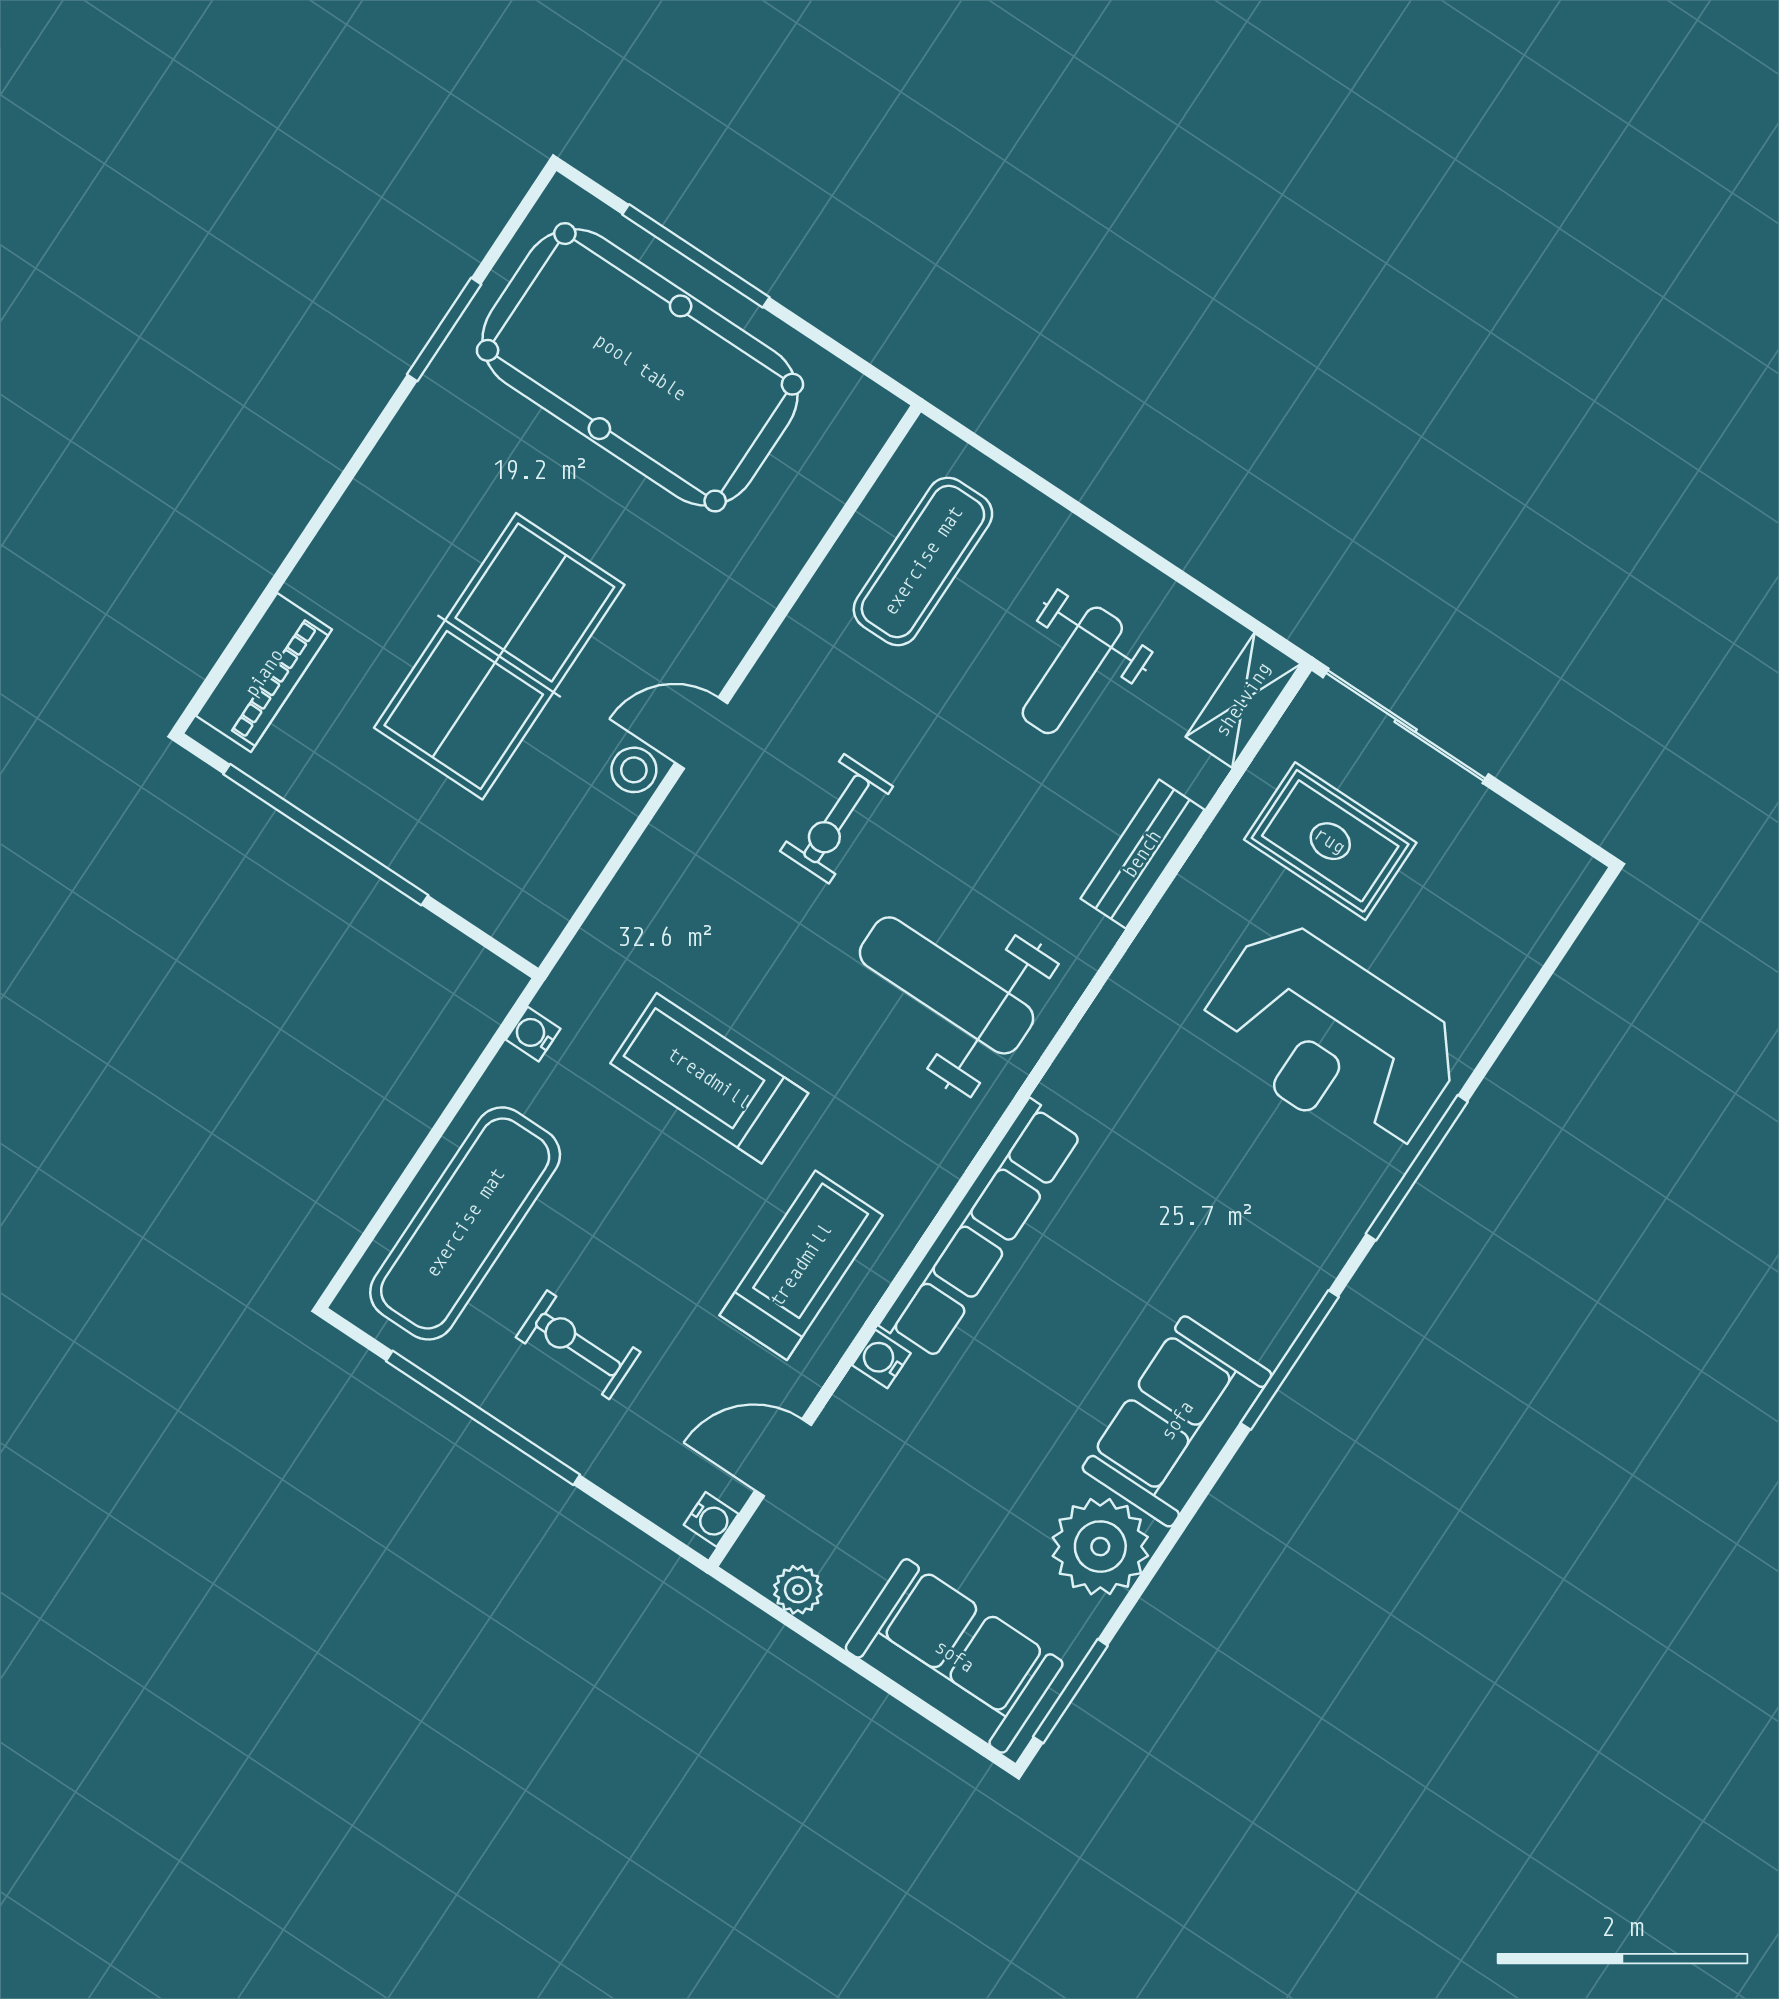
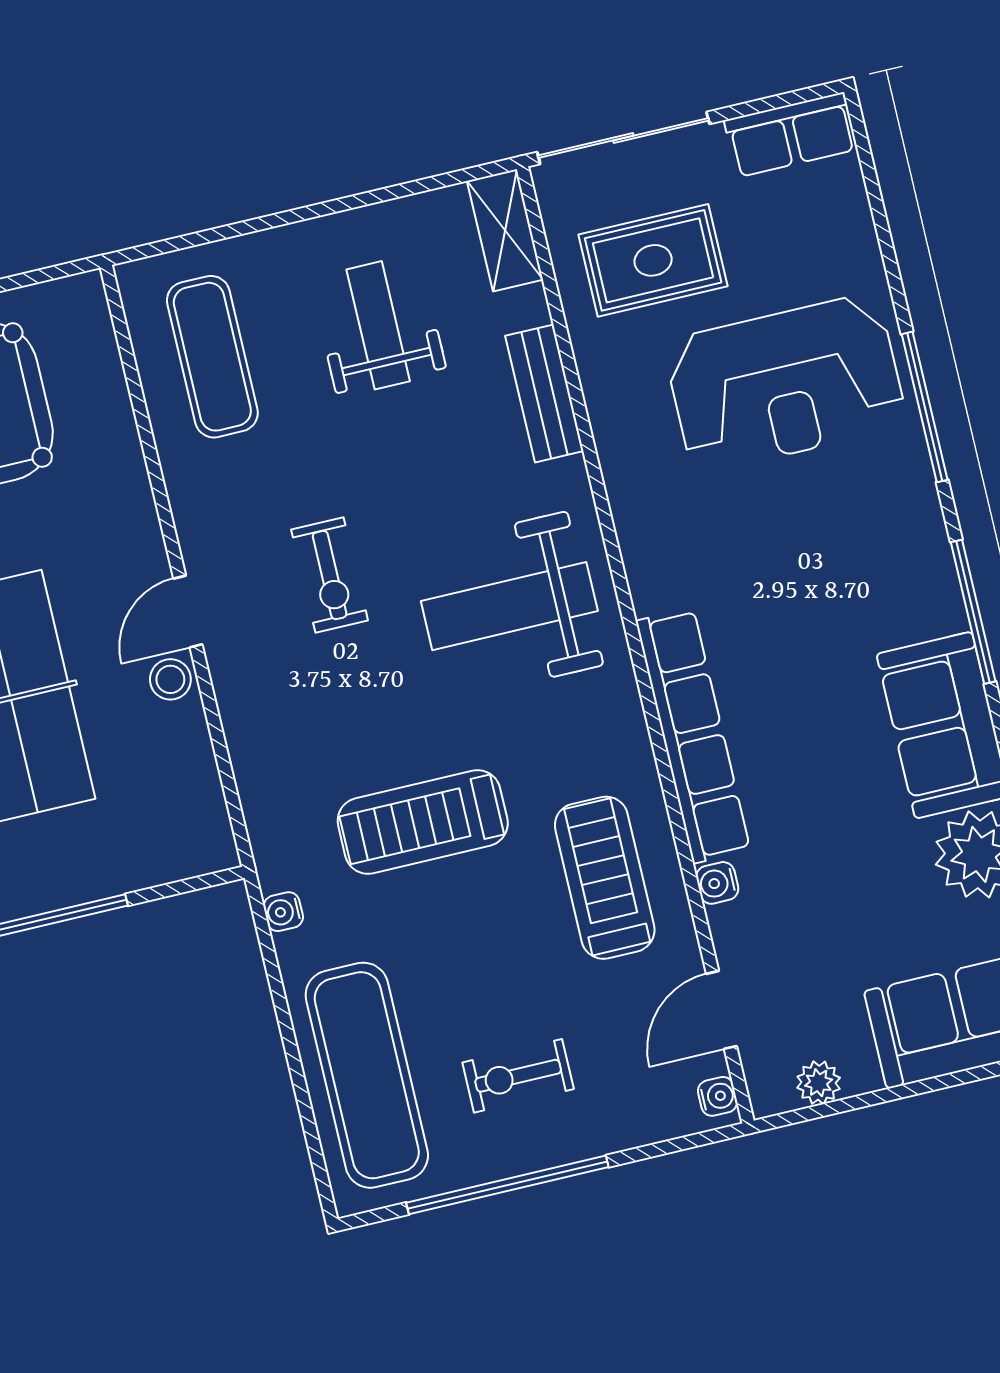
weight bench: (1072, 670) -> (378, 325), turned 180
row of seats: (1534, 857) -> (791, 135), added

